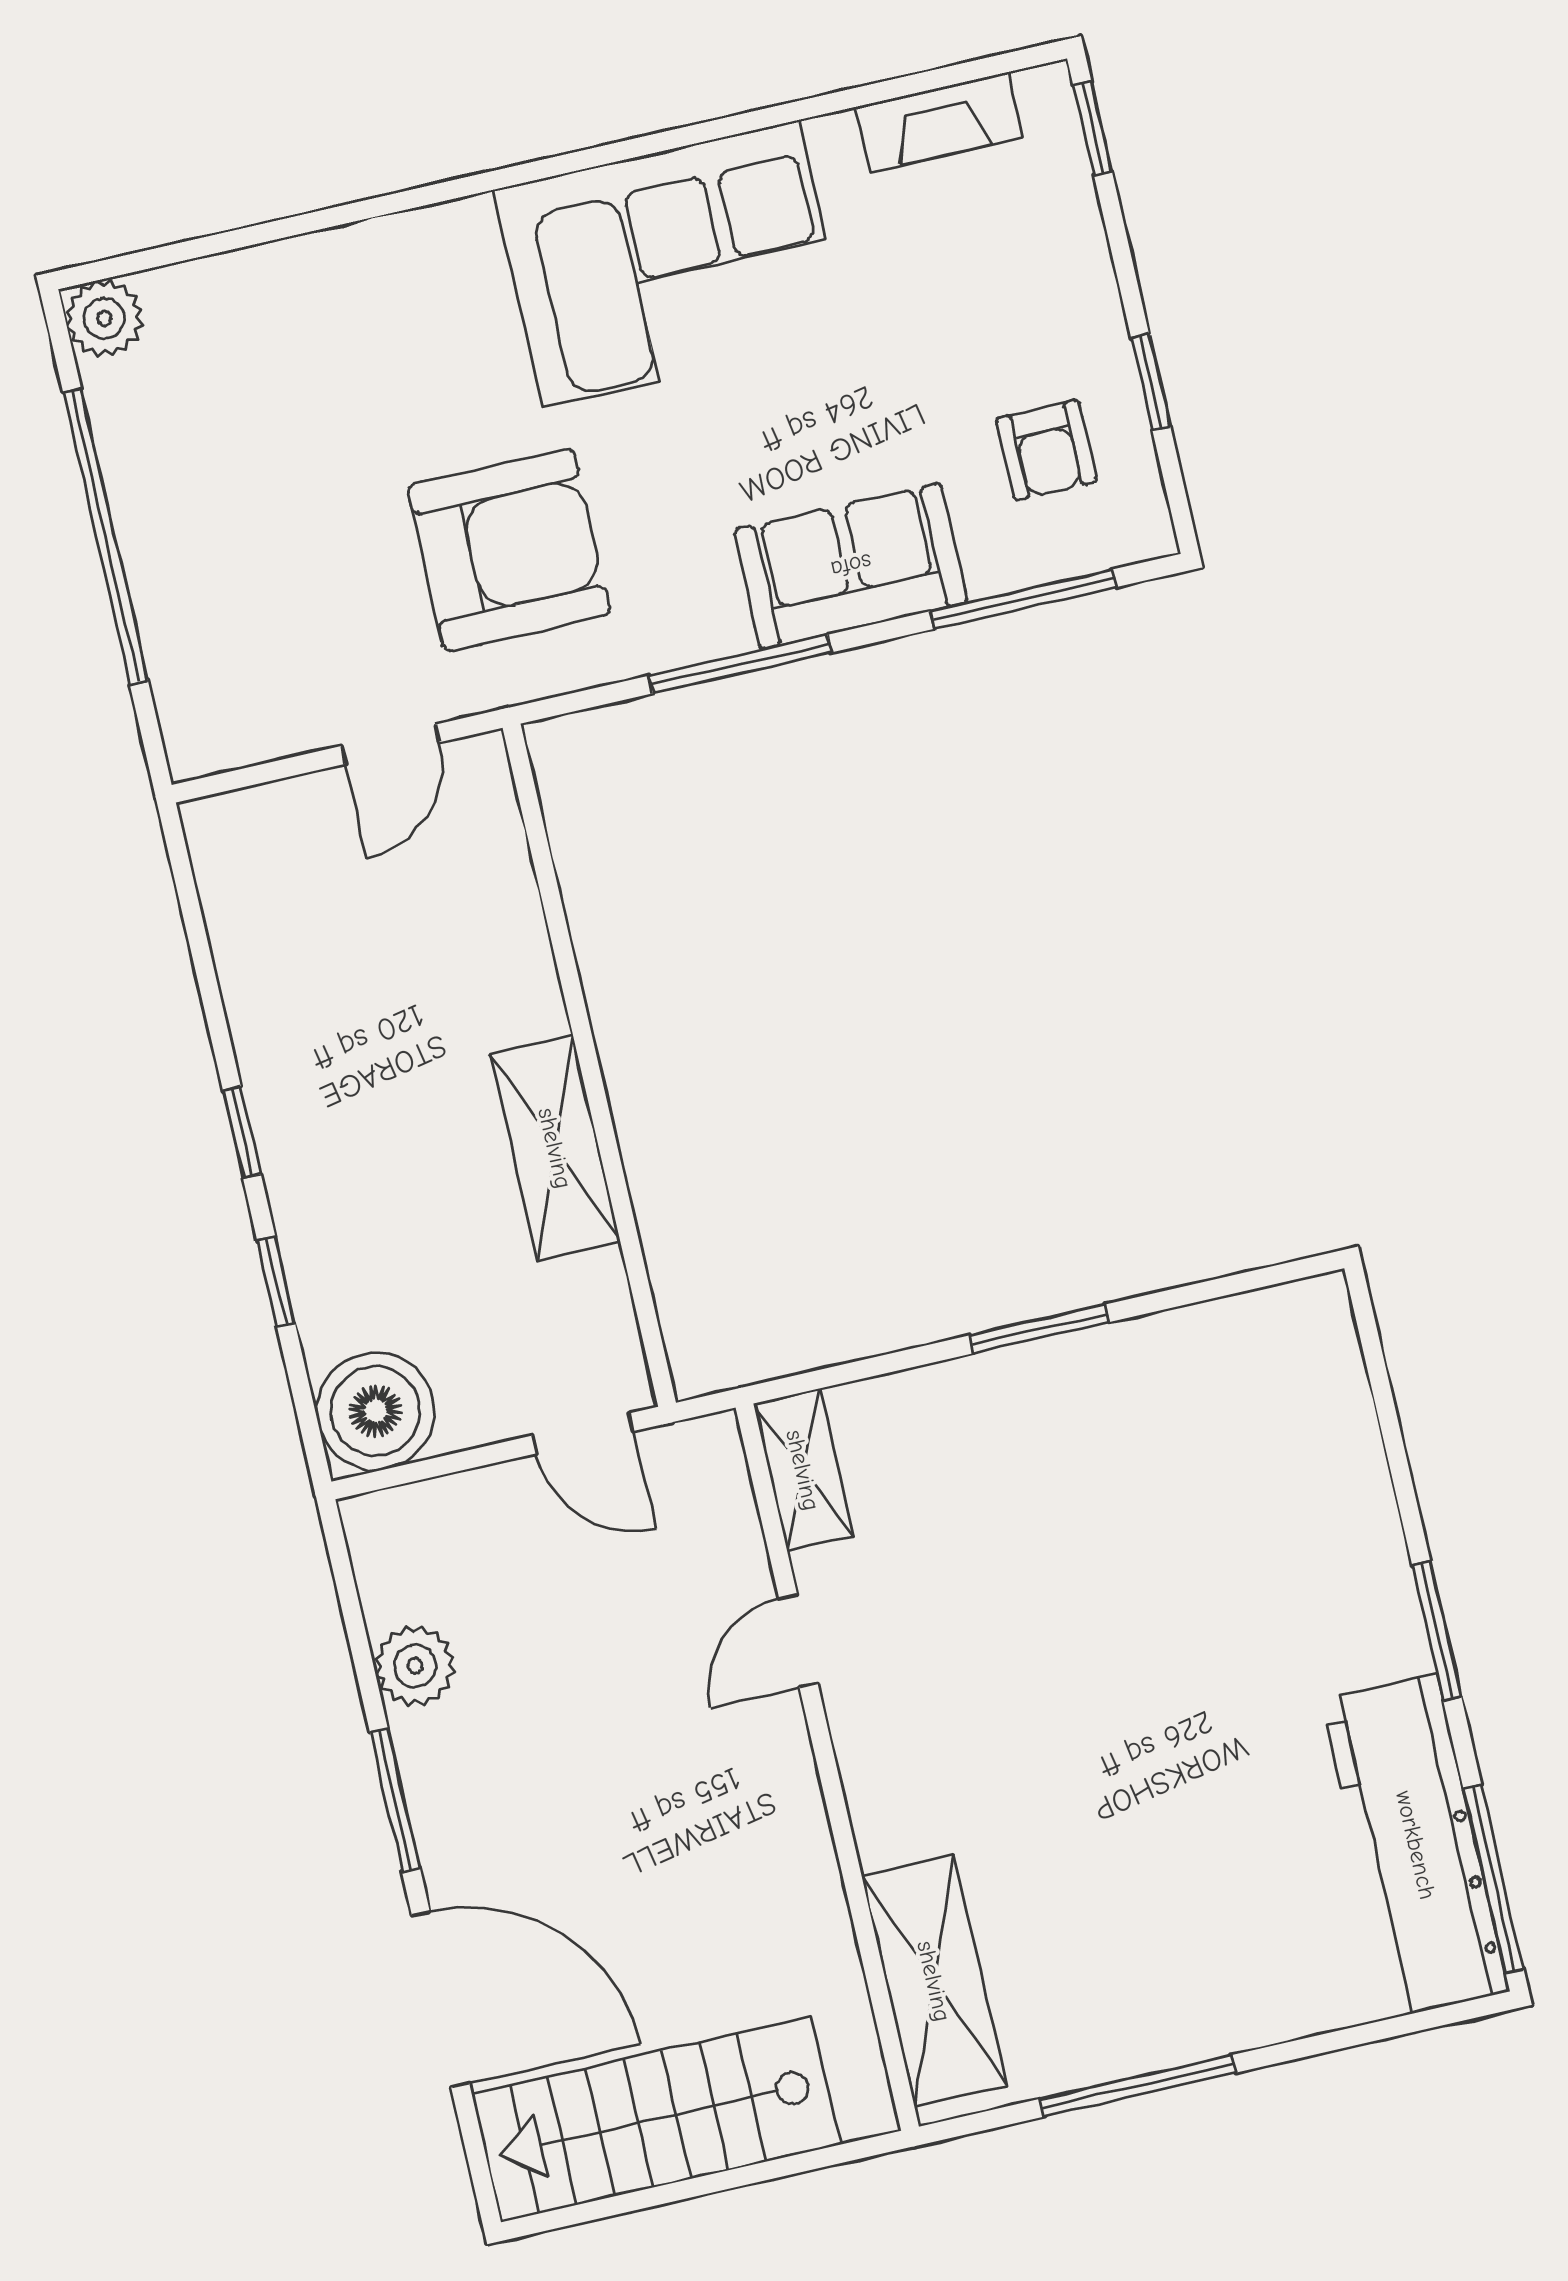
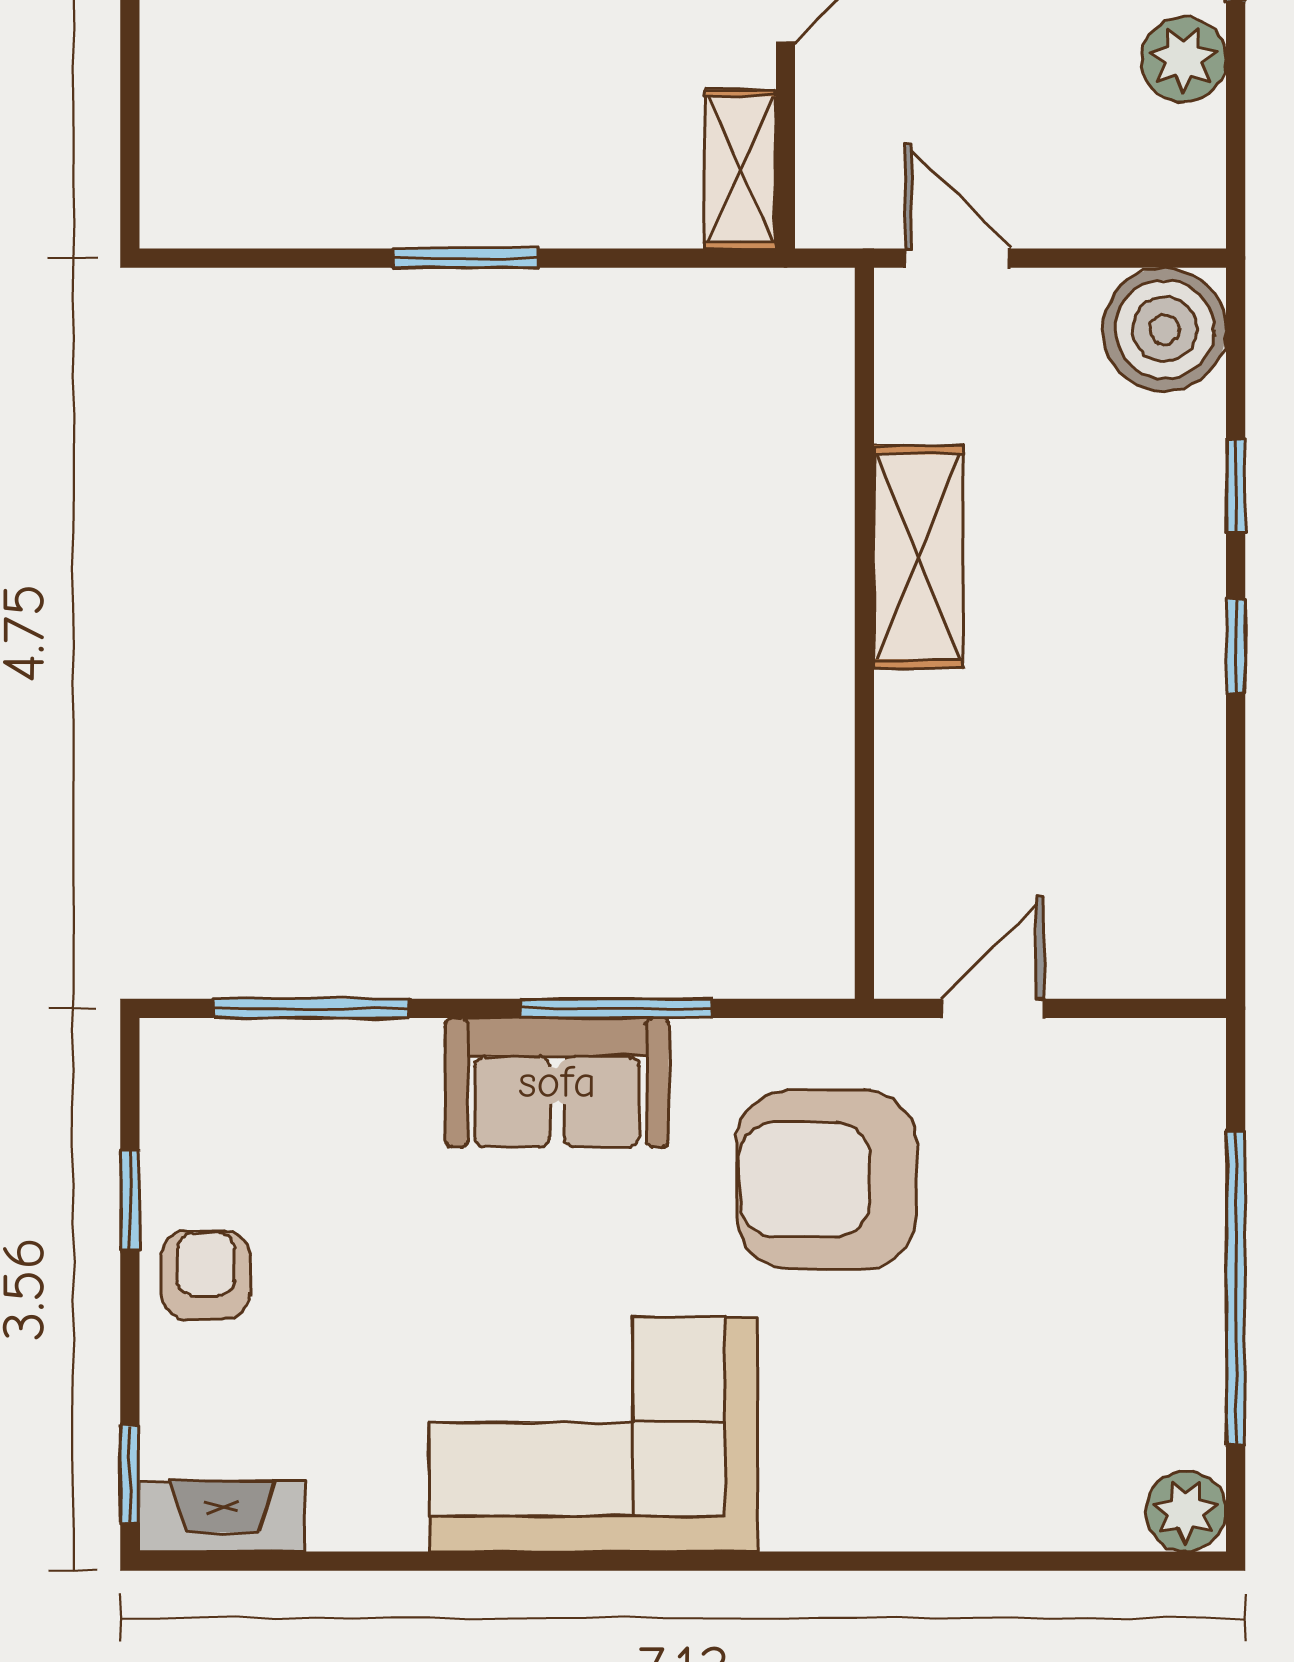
fireplace: (939, 122) -> (222, 1516), moved
armchair: (1046, 450) -> (206, 1275), moved
sofa: (851, 566) -> (557, 1082), moved

